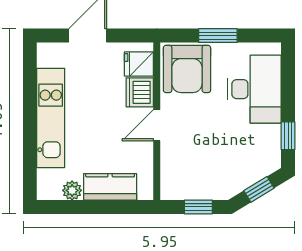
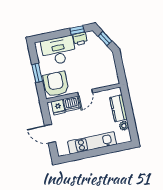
armchair: (187, 69) -> (56, 84), turned -90
door: (157, 125) -> (85, 93), hinge flipped
printer: (269, 138) -> (80, 39), added
window: (198, 207) -> (119, 65), removed

